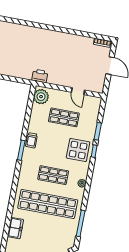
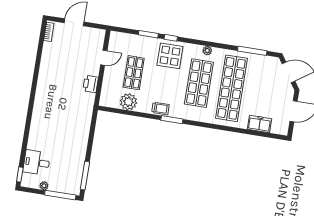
printer: (40, 76) -> (91, 84), moved
plant: (41, 97) -> (128, 102), moved
shop shelf: (53, 175) -> (199, 83), width x1.43, depth x1.36

